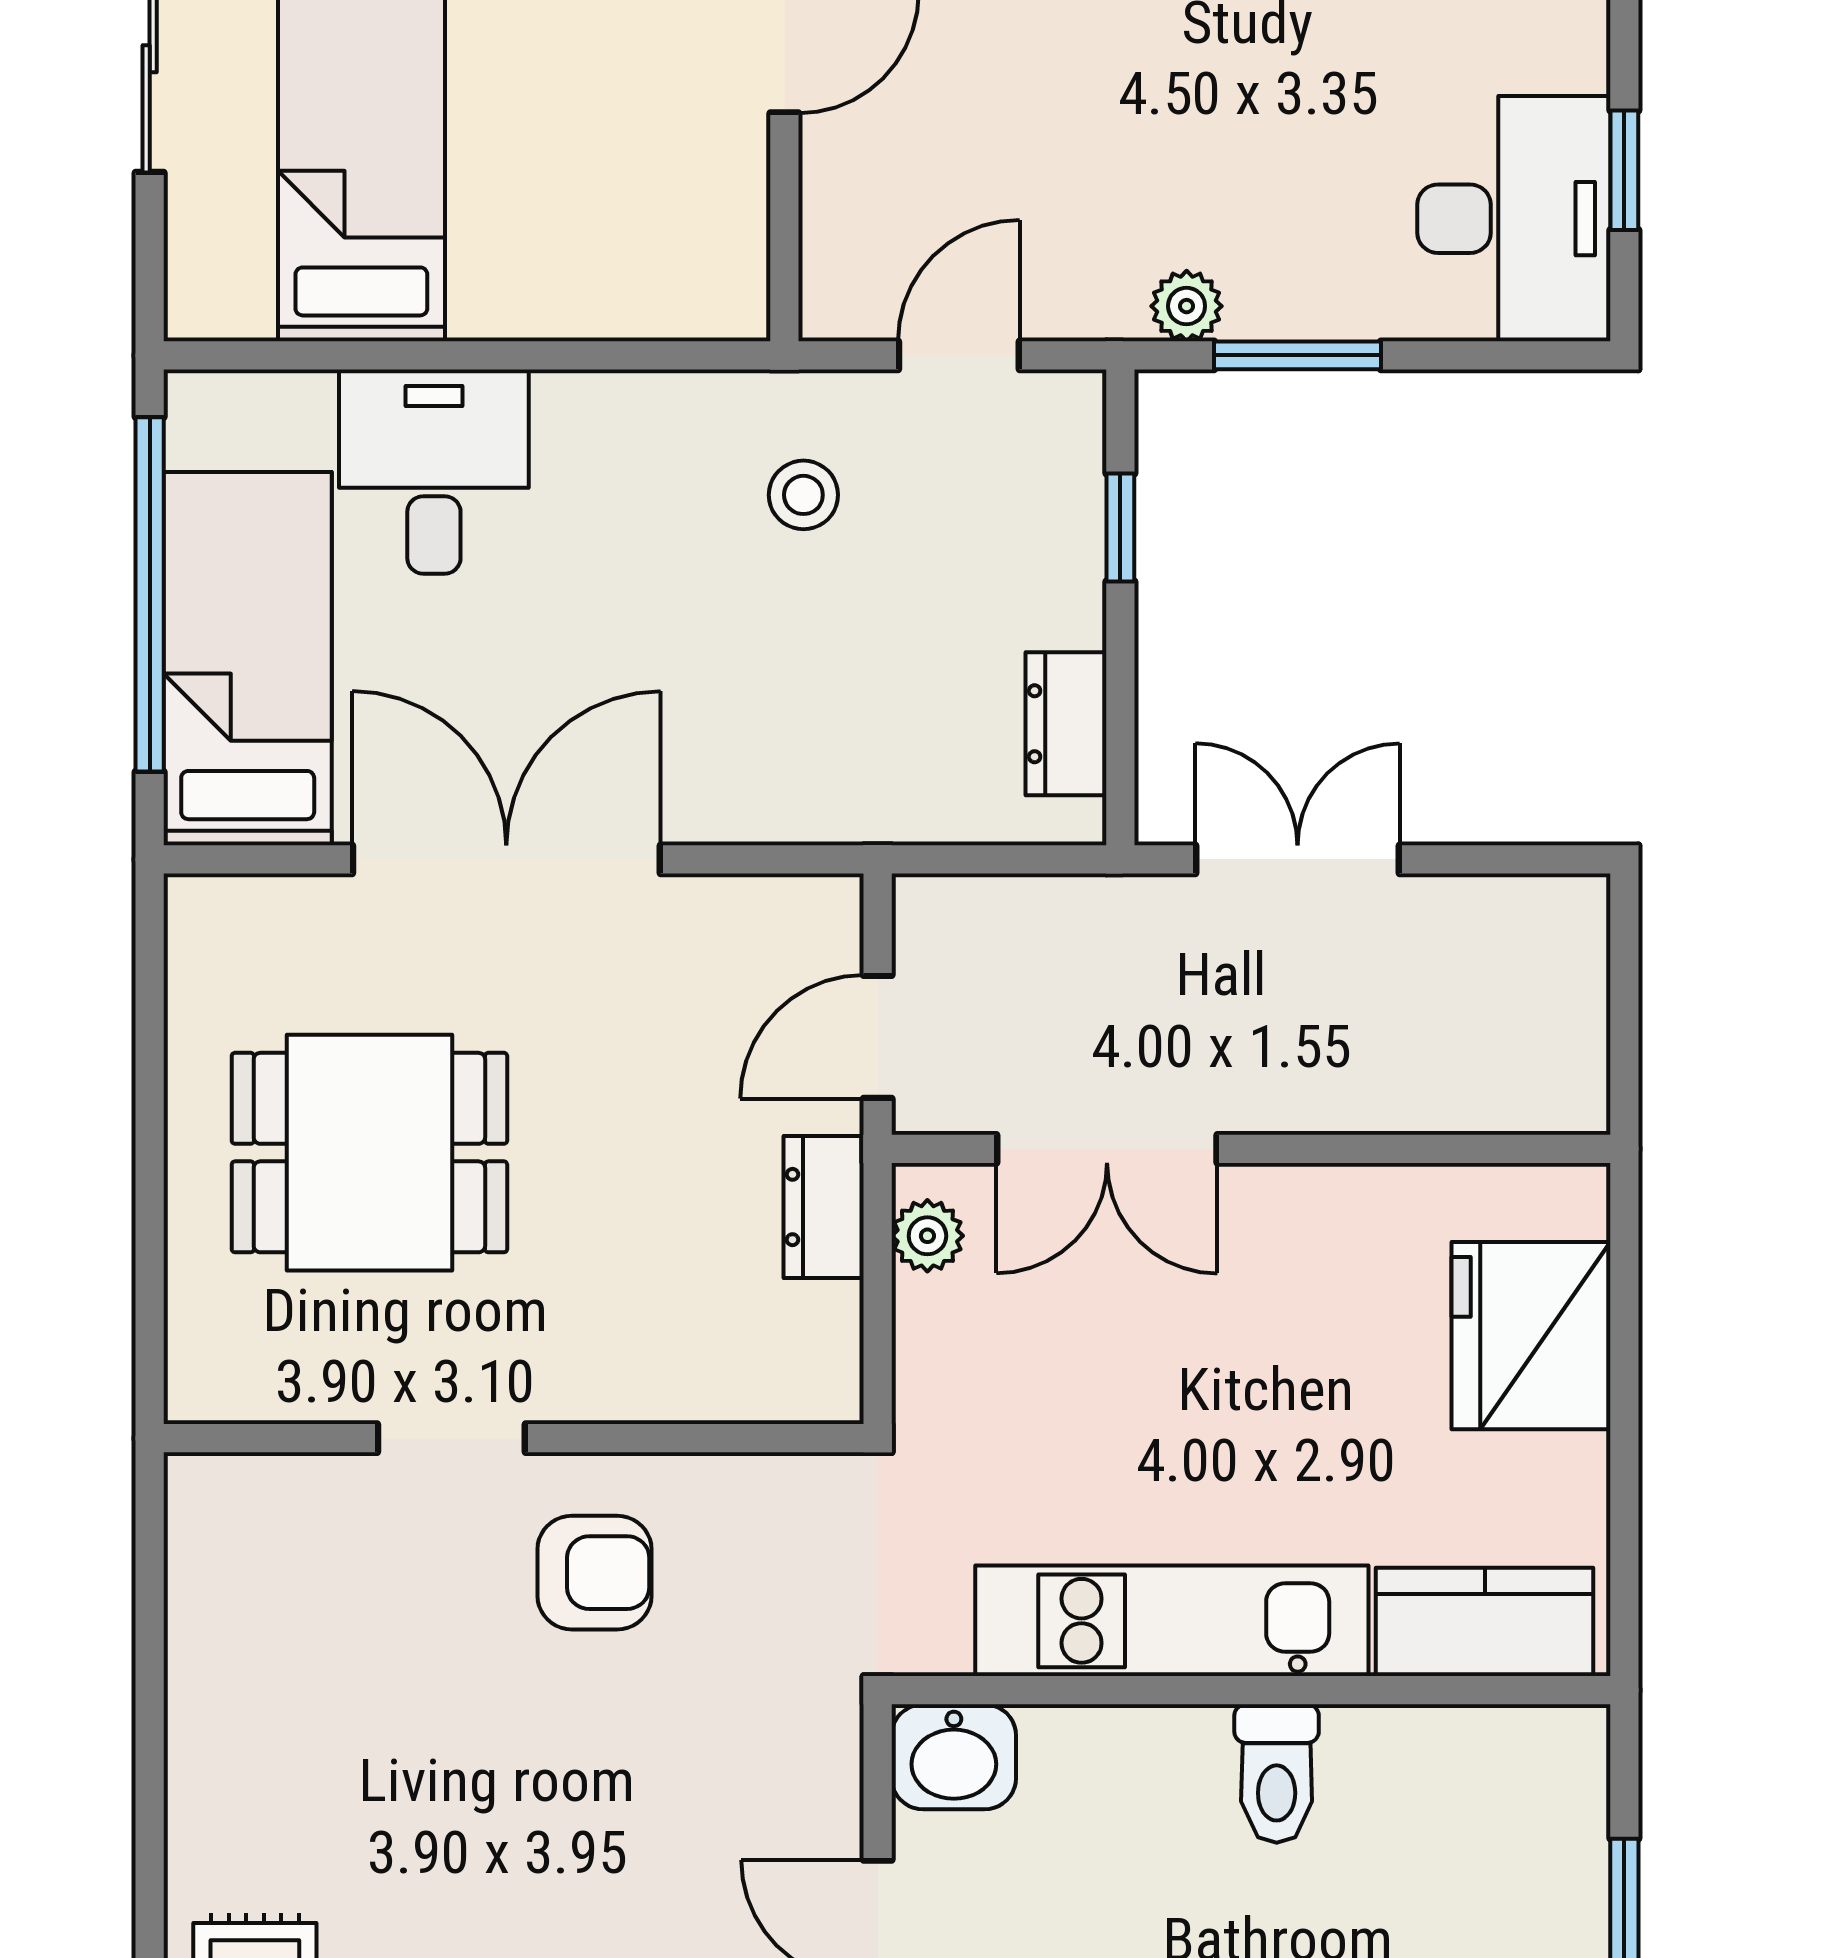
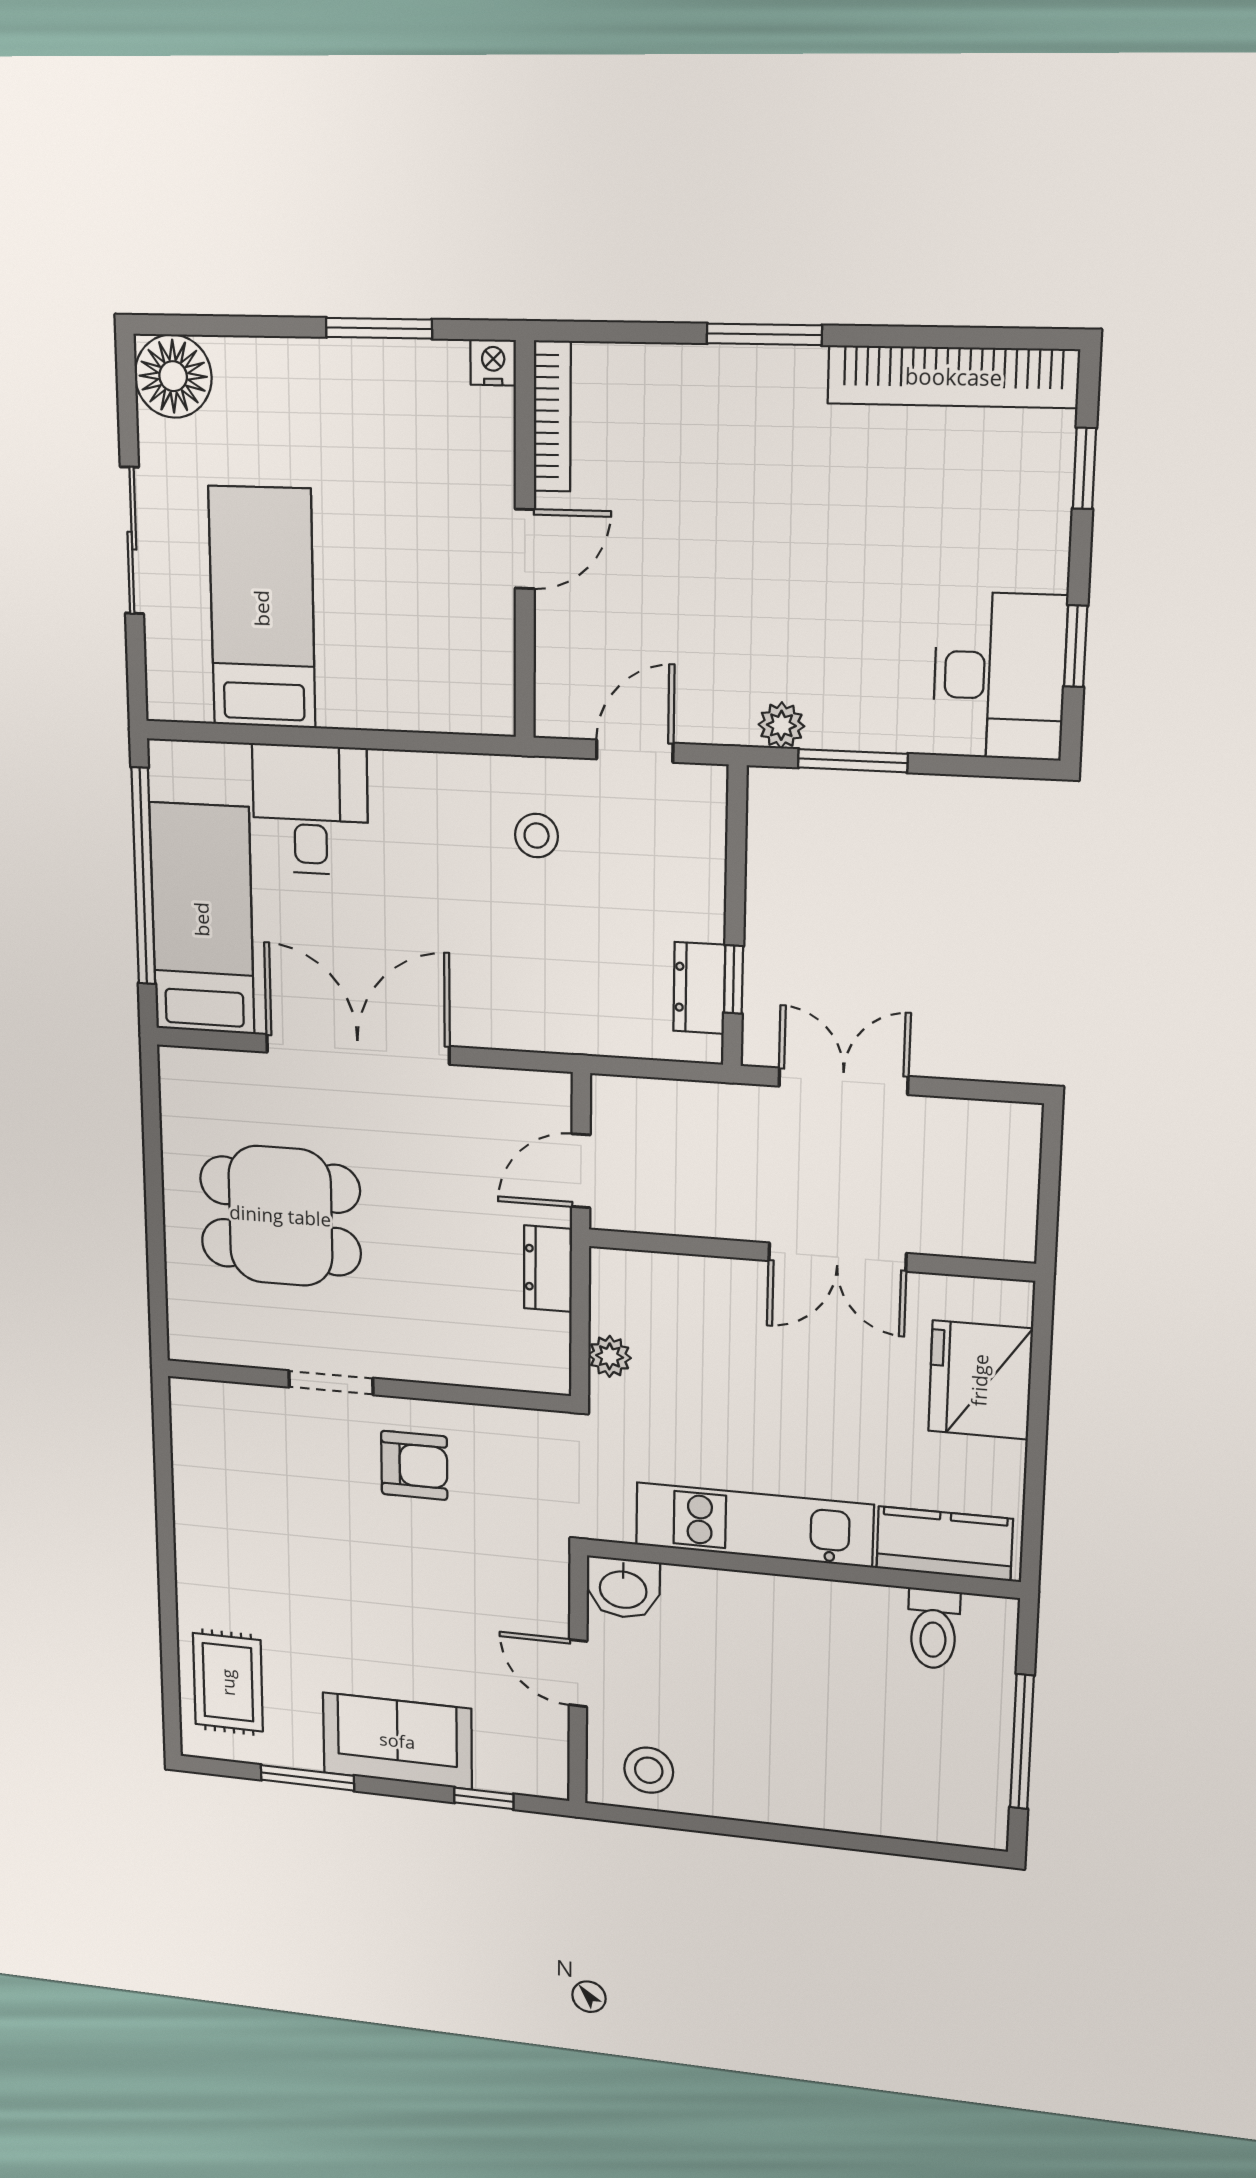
window: (1120, 527) -> (734, 979), moved
double door: (1107, 1149) -> (837, 1257), moved
plant: (927, 1236) -> (610, 1356), moved
toilet: (1277, 1774) -> (933, 1629), moved

